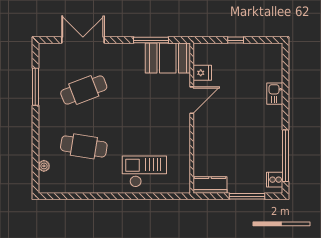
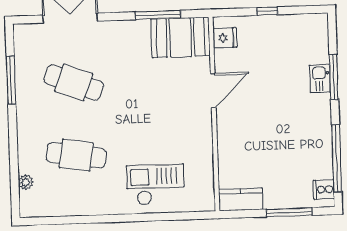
fridge: (202, 73) -> (225, 38), moved
cafe table: (84, 90) -> (74, 82), turned 42
window: (285, 93) -> (334, 77), added

